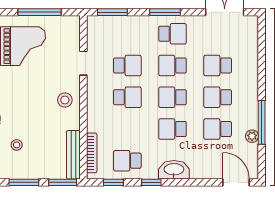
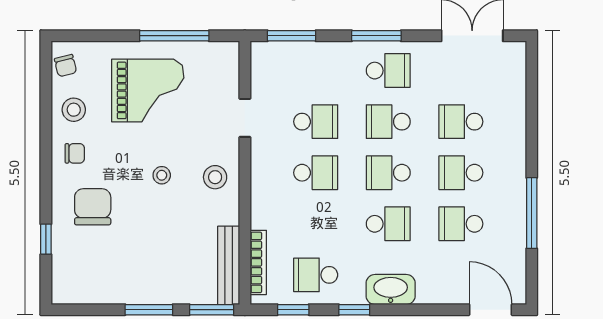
school desk: (172, 129) -> (388, 224), turned 180
plant: (252, 136) -> (516, 235), removed
stool: (17, 145) -> (162, 175), moved

